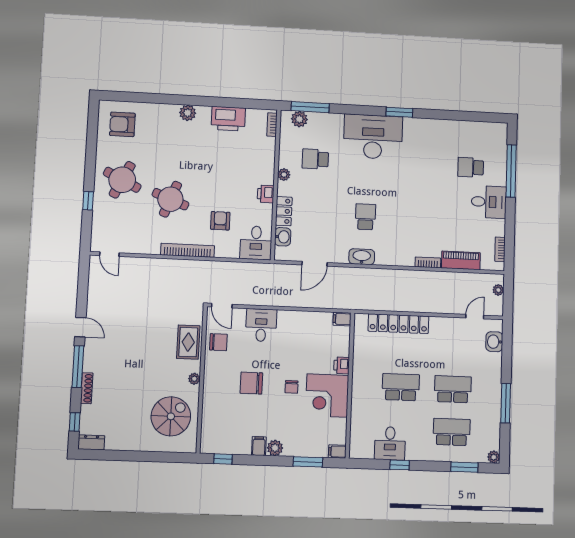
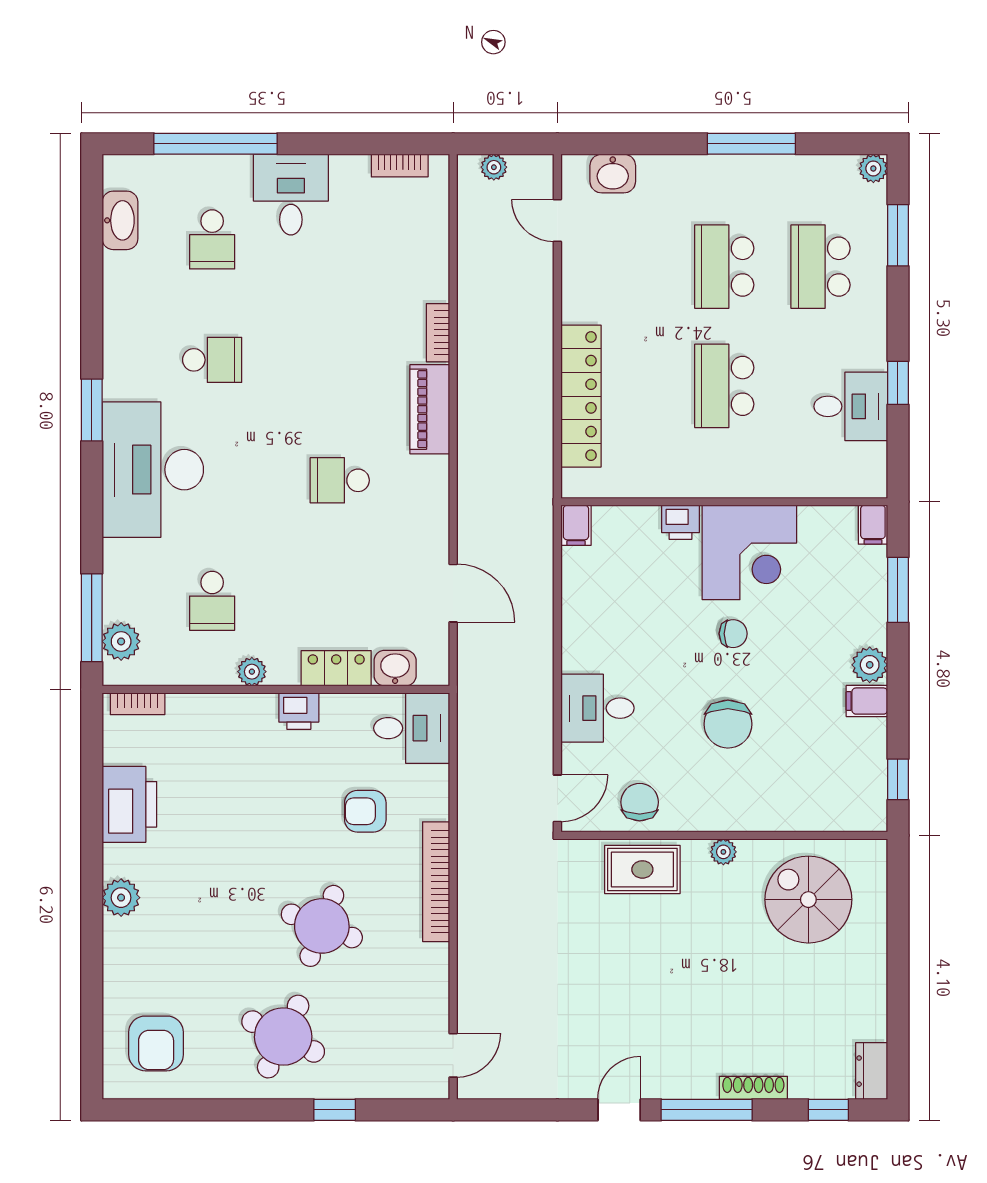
school desk: (419, 165) -> (212, 360), added
washbasin: (362, 257) -> (120, 220), moved, turned 180
piano: (461, 260) -> (430, 409), moved

